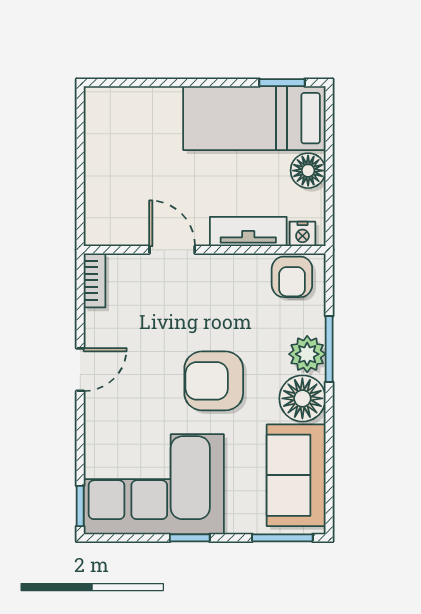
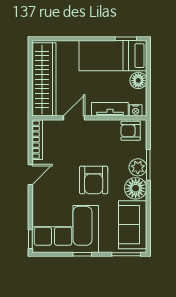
wardrobe: (109, 168) -> (44, 79), added
door: (172, 250) -> (74, 118), hinge flipped
armchair: (292, 277) -> (131, 131), turned 90
bookcase: (95, 280) -> (37, 140), width x1.56
armchair: (214, 381) -> (94, 180), turned -90

